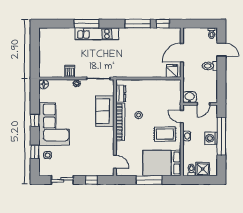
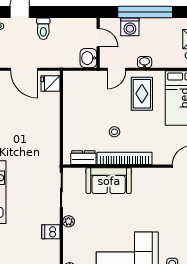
washing machine: (211, 138) -> (130, 27), moved

